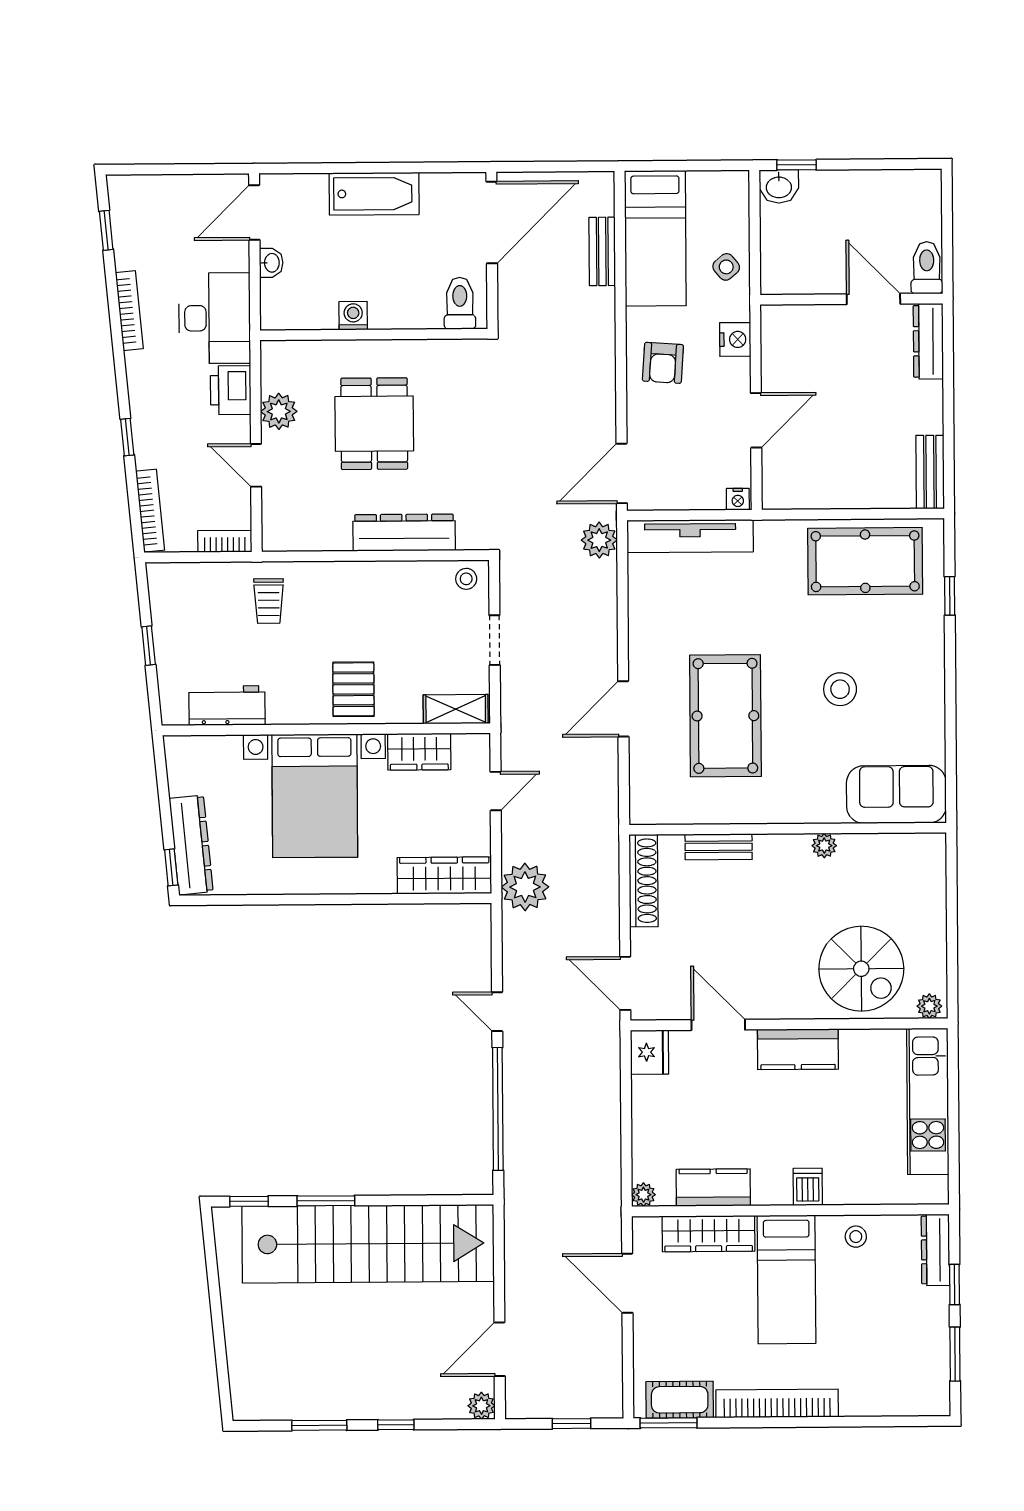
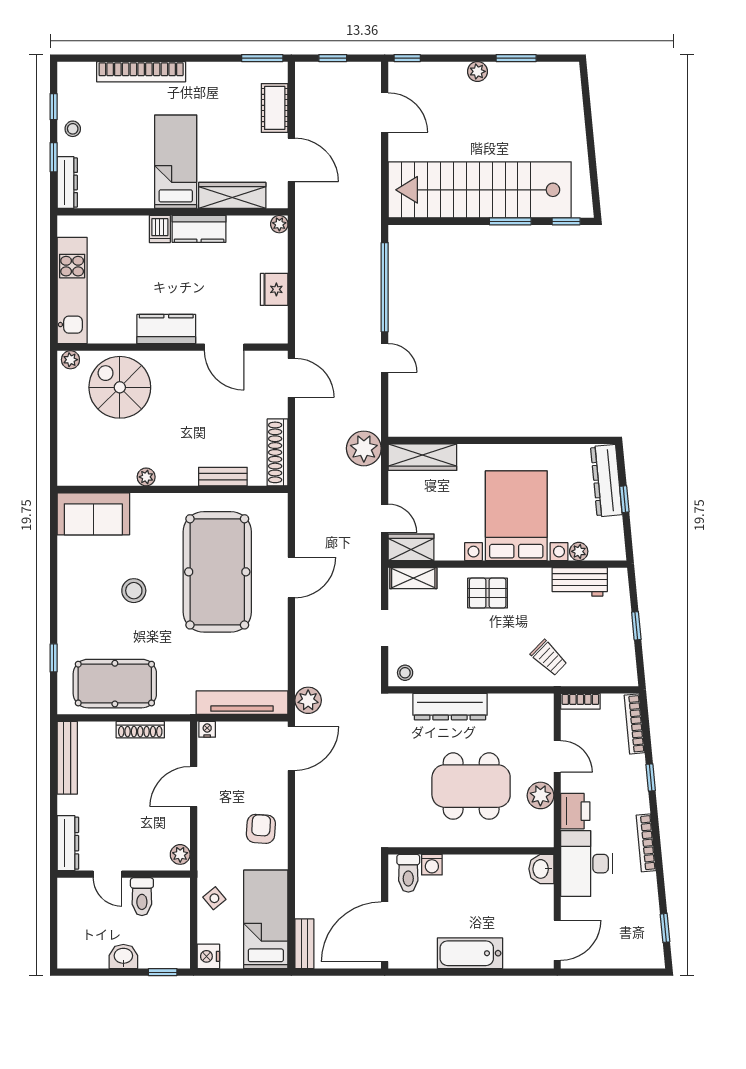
washbasin: (779, 186) -> (123, 956), moved
bench: (602, 251) -> (304, 944), moved
washbasin: (271, 263) -> (541, 869), moved, width x1.38, depth x1.45
toilet: (927, 268) -> (142, 897), moved
door: (873, 299) -> (108, 874), width x0.73
bookcase: (129, 311) -> (646, 843), moved
washing machine: (353, 316) -> (432, 865), moved
plant: (774, 327) -> (180, 854), added
nightstand: (735, 339) -> (208, 956), moved
dining table: (374, 424) -> (471, 786), width x1.38
bench: (930, 472) -> (67, 758), width x1.36
shoe rack: (830, 498) -> (140, 730), added
trolley: (269, 601) -> (549, 658), turned 134
pallet: (353, 689) -> (488, 593), turned 90
pool table: (725, 716) -> (217, 572), width x1.36, depth x1.32
plant: (228, 747) -> (579, 551), added
wardrobe: (419, 752) -> (411, 547), moved
door: (496, 791) -> (385, 518), swing flipped
window: (171, 867) -> (624, 499), moved
fridge: (650, 1052) -> (274, 289), moved
kitchen counter: (713, 1188) -> (199, 229), moved
stool: (856, 1237) -> (73, 129), moved
door: (500, 1349) -> (385, 113), hinge flipped
window: (955, 1354) -> (54, 107), width x0.67
cot: (680, 1400) -> (275, 108), moved, turned 90
bookcase: (777, 1403) -> (141, 72), moved
plant: (481, 1406) -> (477, 71), moved
window: (396, 1425) -> (407, 58), moved

